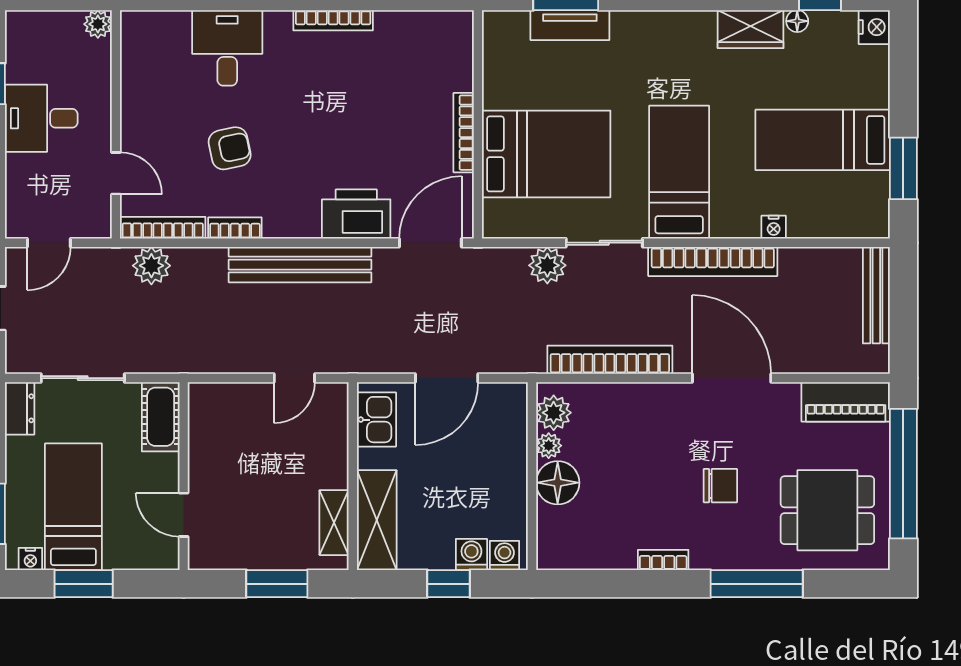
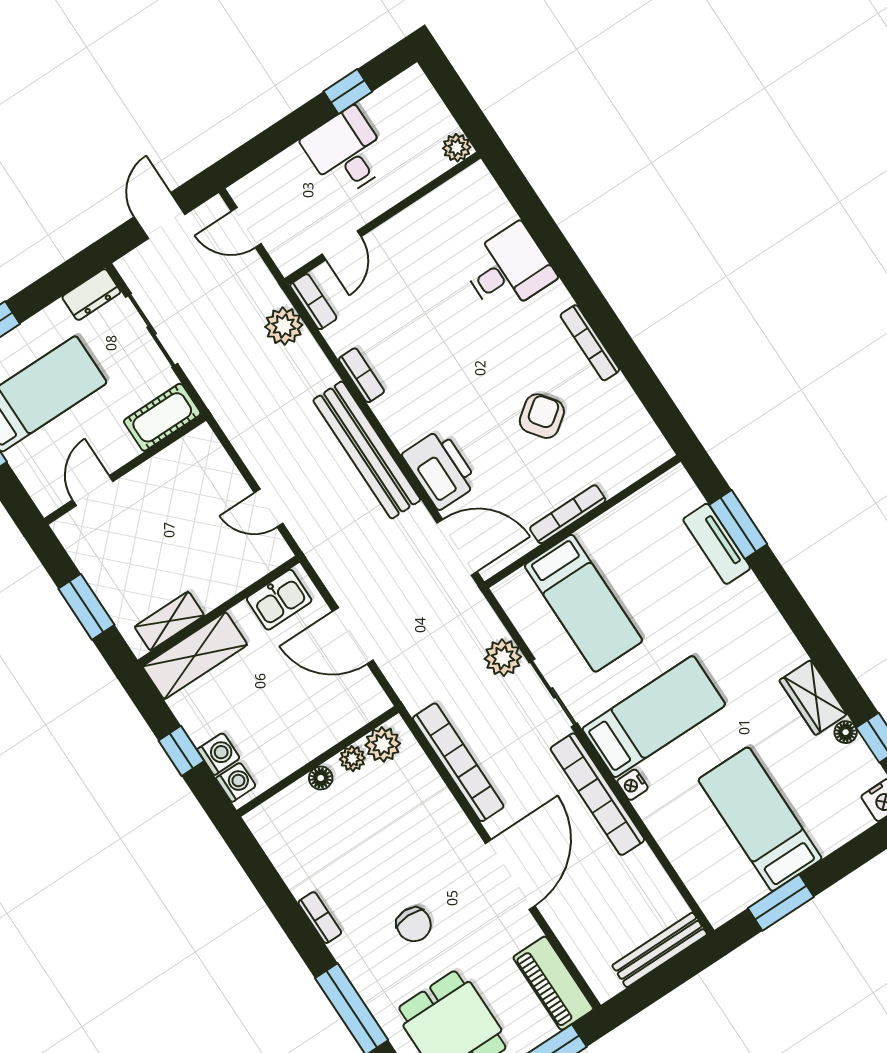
armchair: (230, 148) -> (542, 416), moved, turned -115
bed: (546, 154) -> (583, 603), width x0.67
nightstand: (774, 227) -> (632, 785), moved
bookcase: (163, 228) -> (313, 302), width x0.64
floor lamp: (558, 483) -> (321, 778), width x0.53, depth x0.53

